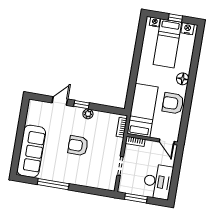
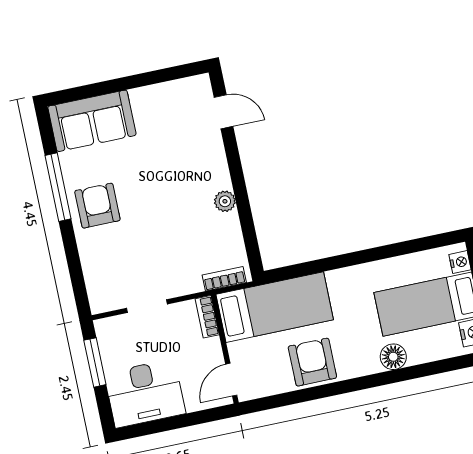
floor lamp: (183, 79) -> (393, 357), moved
door: (60, 101) -> (224, 112), moved
window: (81, 105) -> (238, 181), removed
armchair: (78, 146) -> (97, 206), moved
sofa: (31, 151) -> (92, 121), width x0.73

